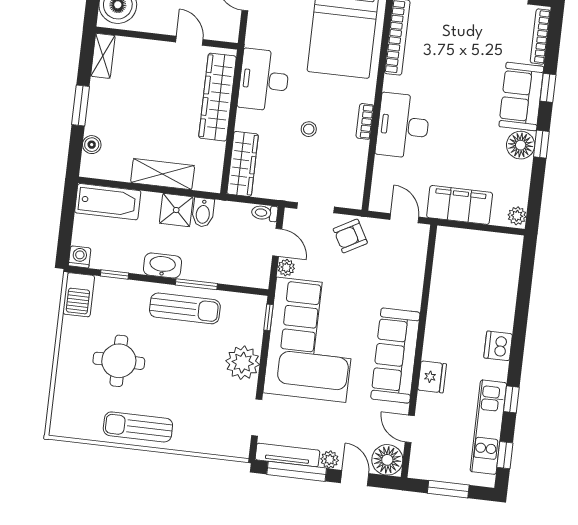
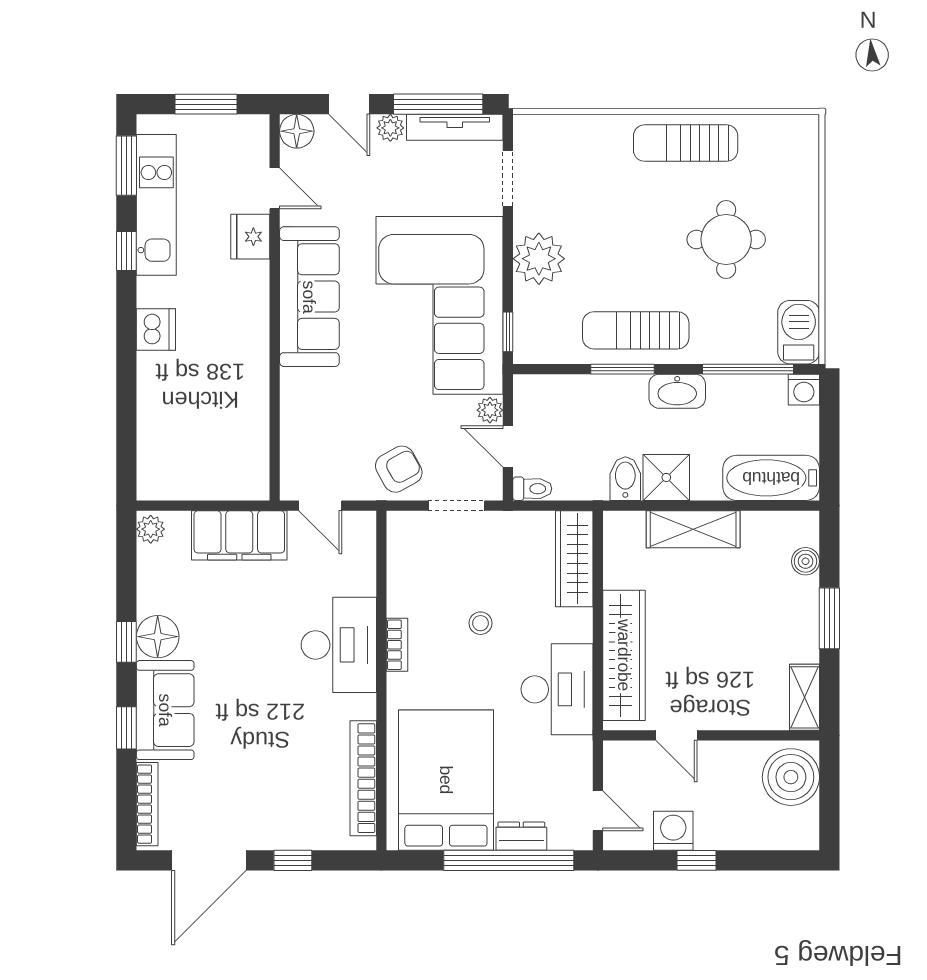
window: (114, 275) -> (748, 369), width x2.17
fridge: (432, 377) -> (250, 237), moved
sun lounger: (138, 427) -> (686, 143), turned 180
window: (505, 455) -> (126, 166), width x1.50
floor lamp: (387, 460) -> (297, 131), width x0.73, depth x0.73

